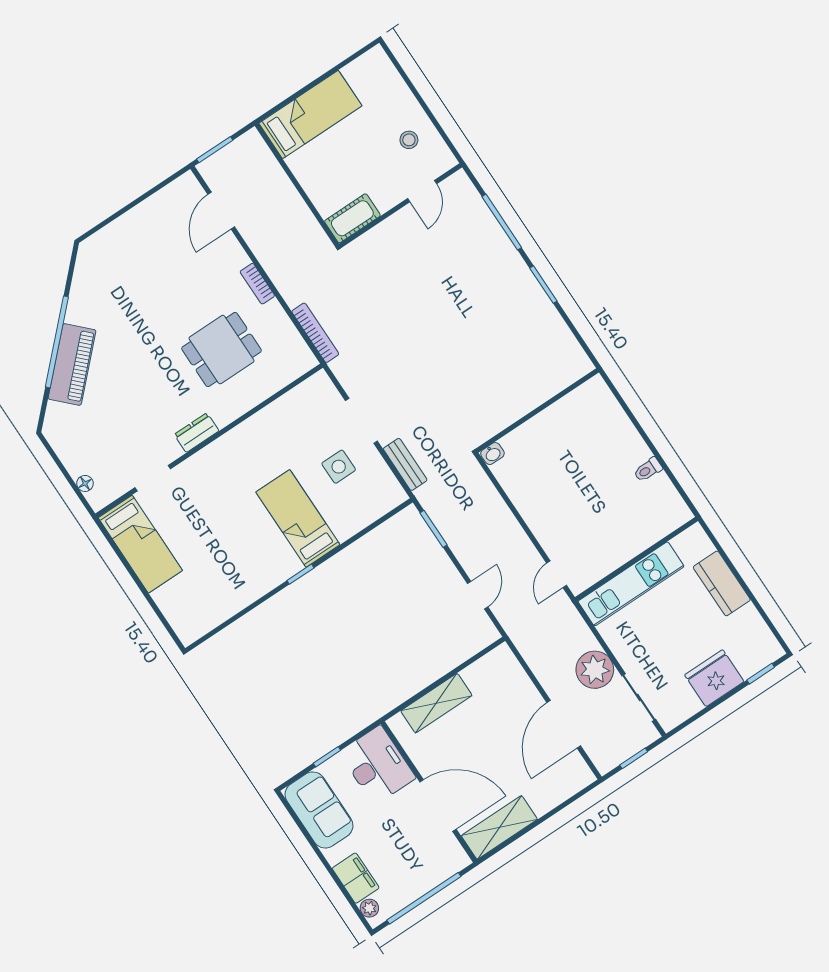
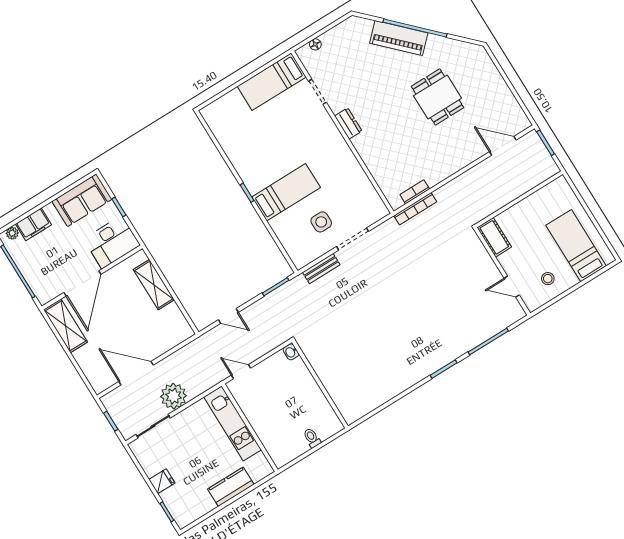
bed: (310, 114) -> (576, 246), moved, turned 180
bookcase: (257, 284) -> (415, 192), moved
dining table: (222, 350) -> (438, 97), moved
wall: (537, 410) -> (320, 384), moved
washbasin: (492, 454) -> (291, 352), moved
fridge: (714, 678) -> (162, 481), width x0.53, depth x0.75

